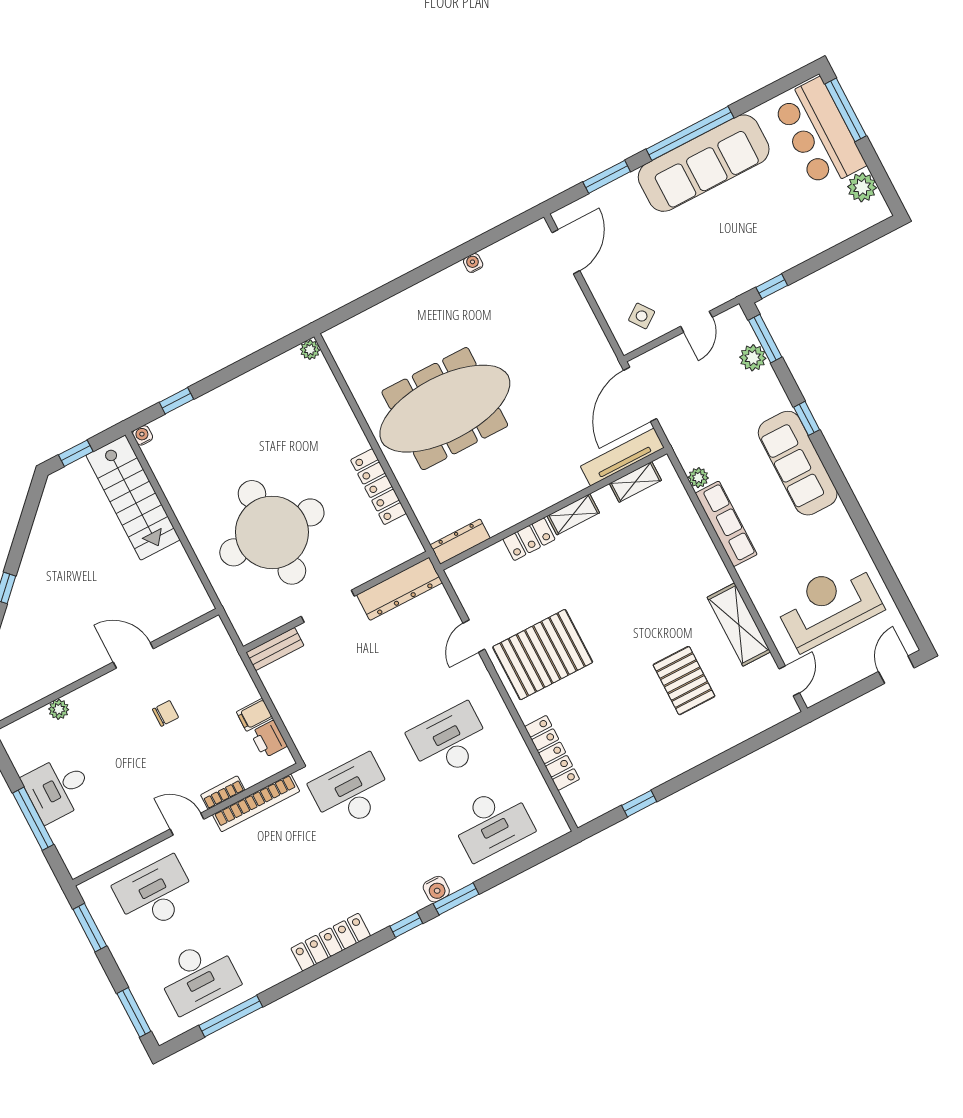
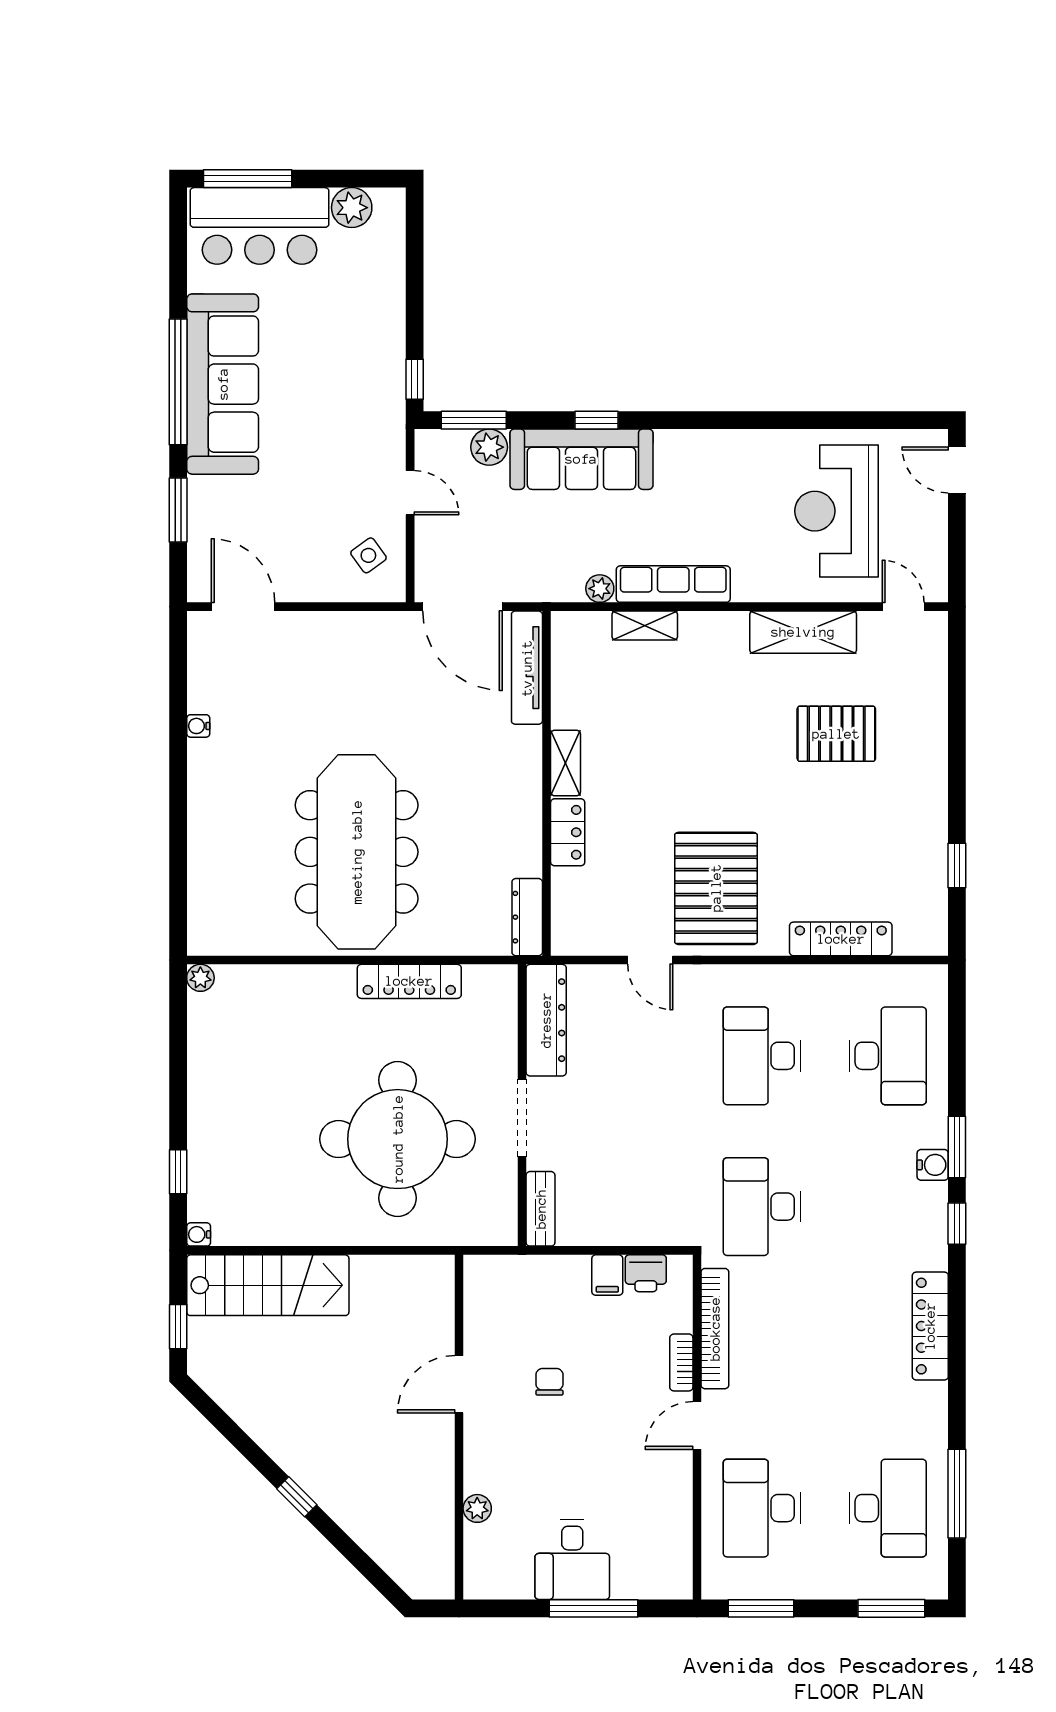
sofa: (798, 463) -> (581, 459), moved
shelving: (635, 482) -> (645, 626), moved, turned 90

